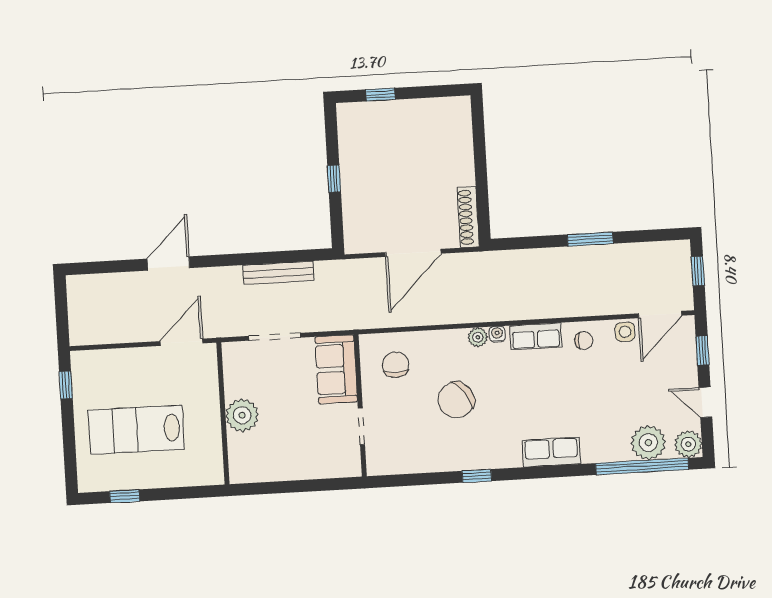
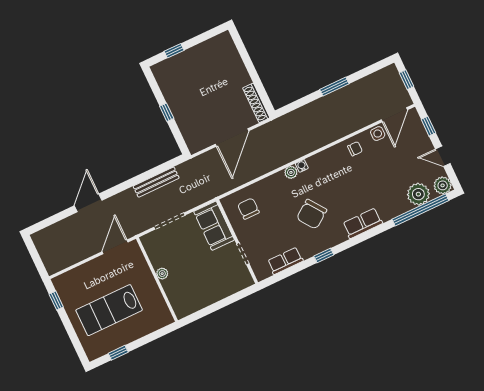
row of seats: (536, 336) -> (285, 261), moved, turned 180
chair: (456, 400) -> (312, 214), moved
plant: (242, 415) -> (162, 274), width x0.53, depth x0.53

